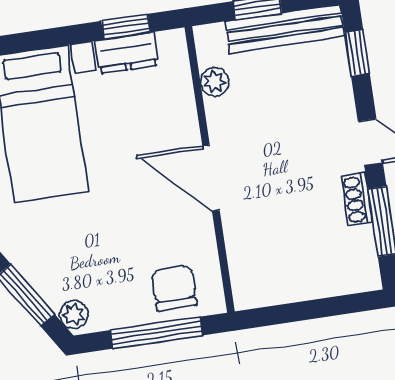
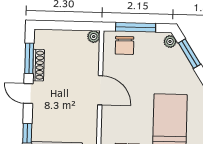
plant: (215, 82) -> (94, 37), moved
shoe rack: (357, 199) -> (39, 65), width x1.43

